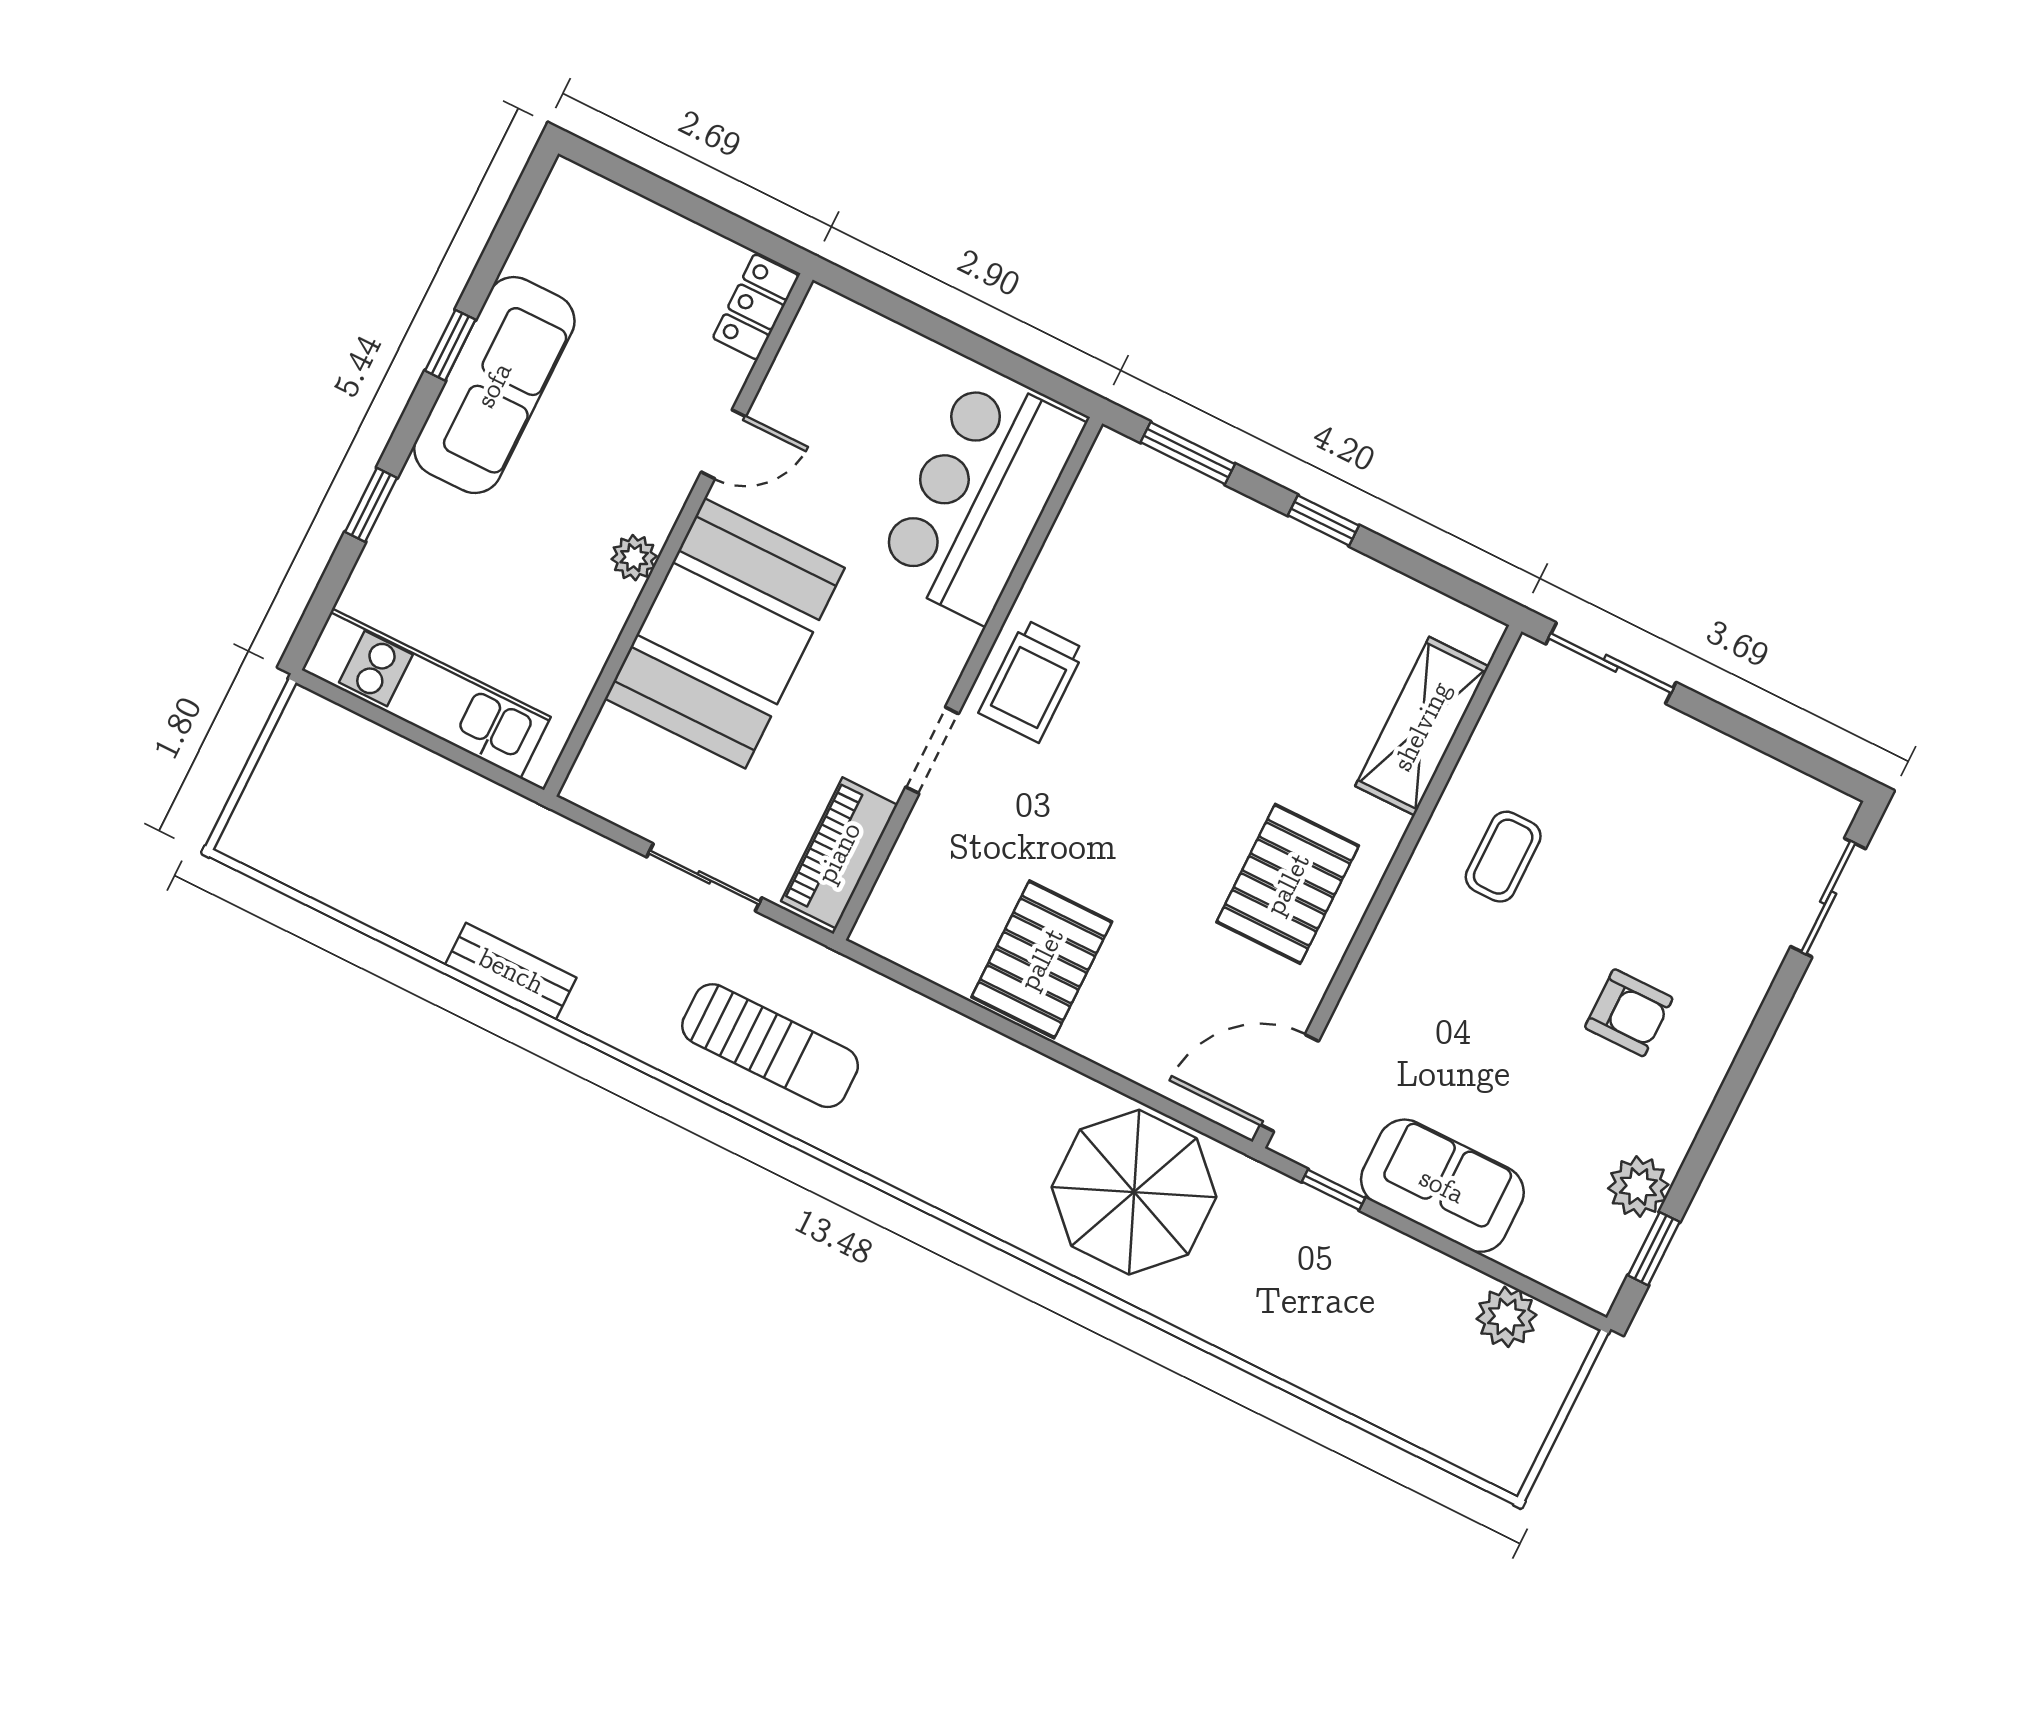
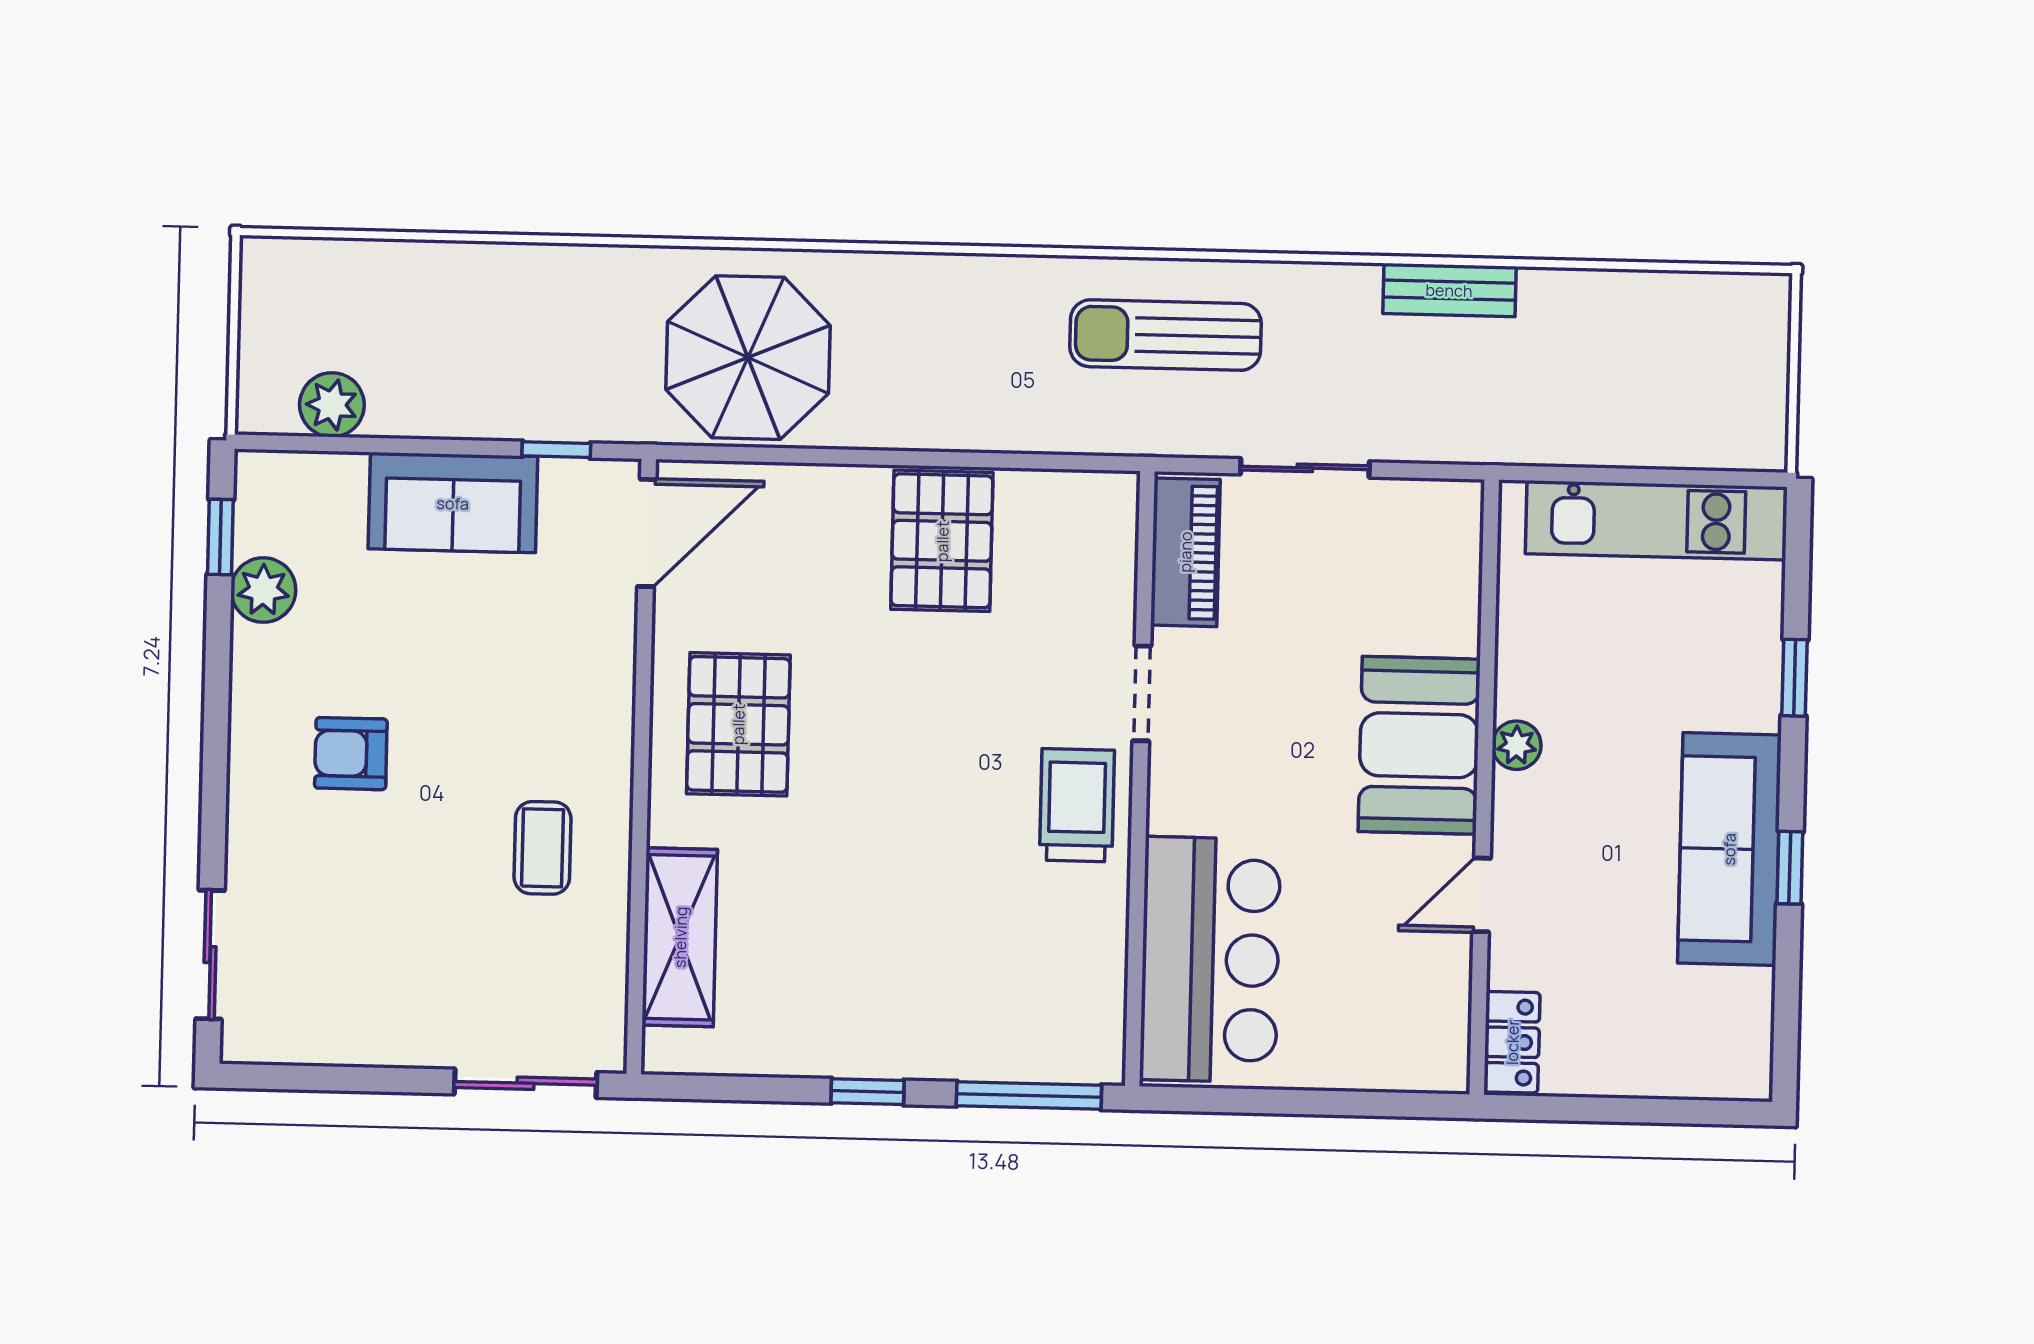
window: (1188, 453) -> (1029, 1096), width x1.44
booth: (725, 633) -> (1419, 745), width x0.73, depth x0.70

